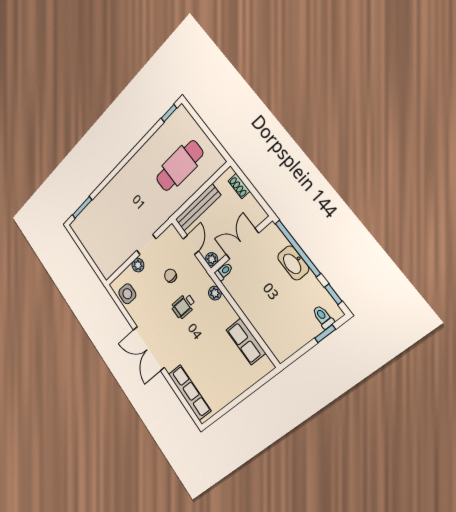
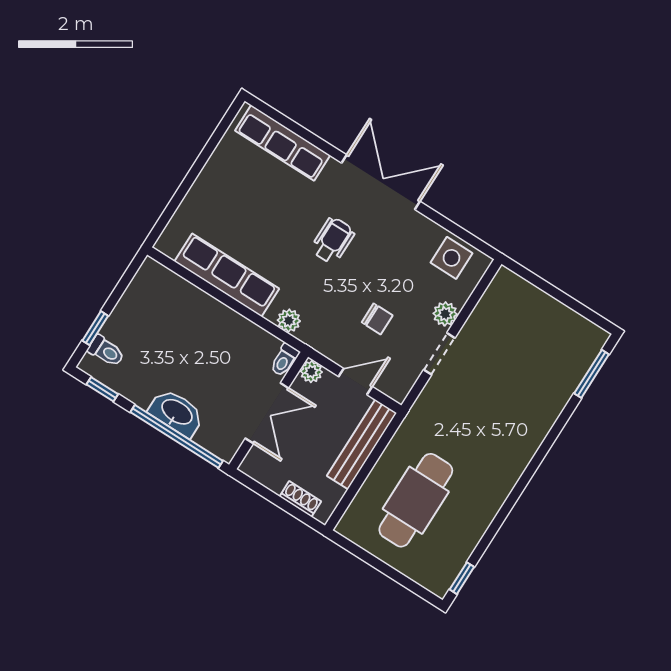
door: (191, 245) -> (355, 382), swing flipped
wheelchair: (183, 306) -> (333, 240), moved
row of seats: (246, 341) -> (227, 275), width x1.48

